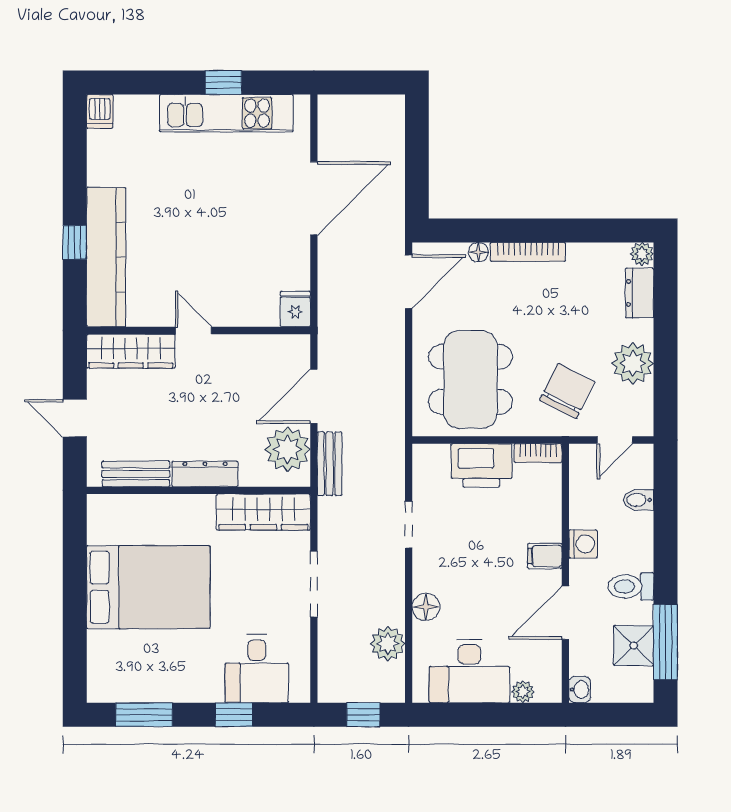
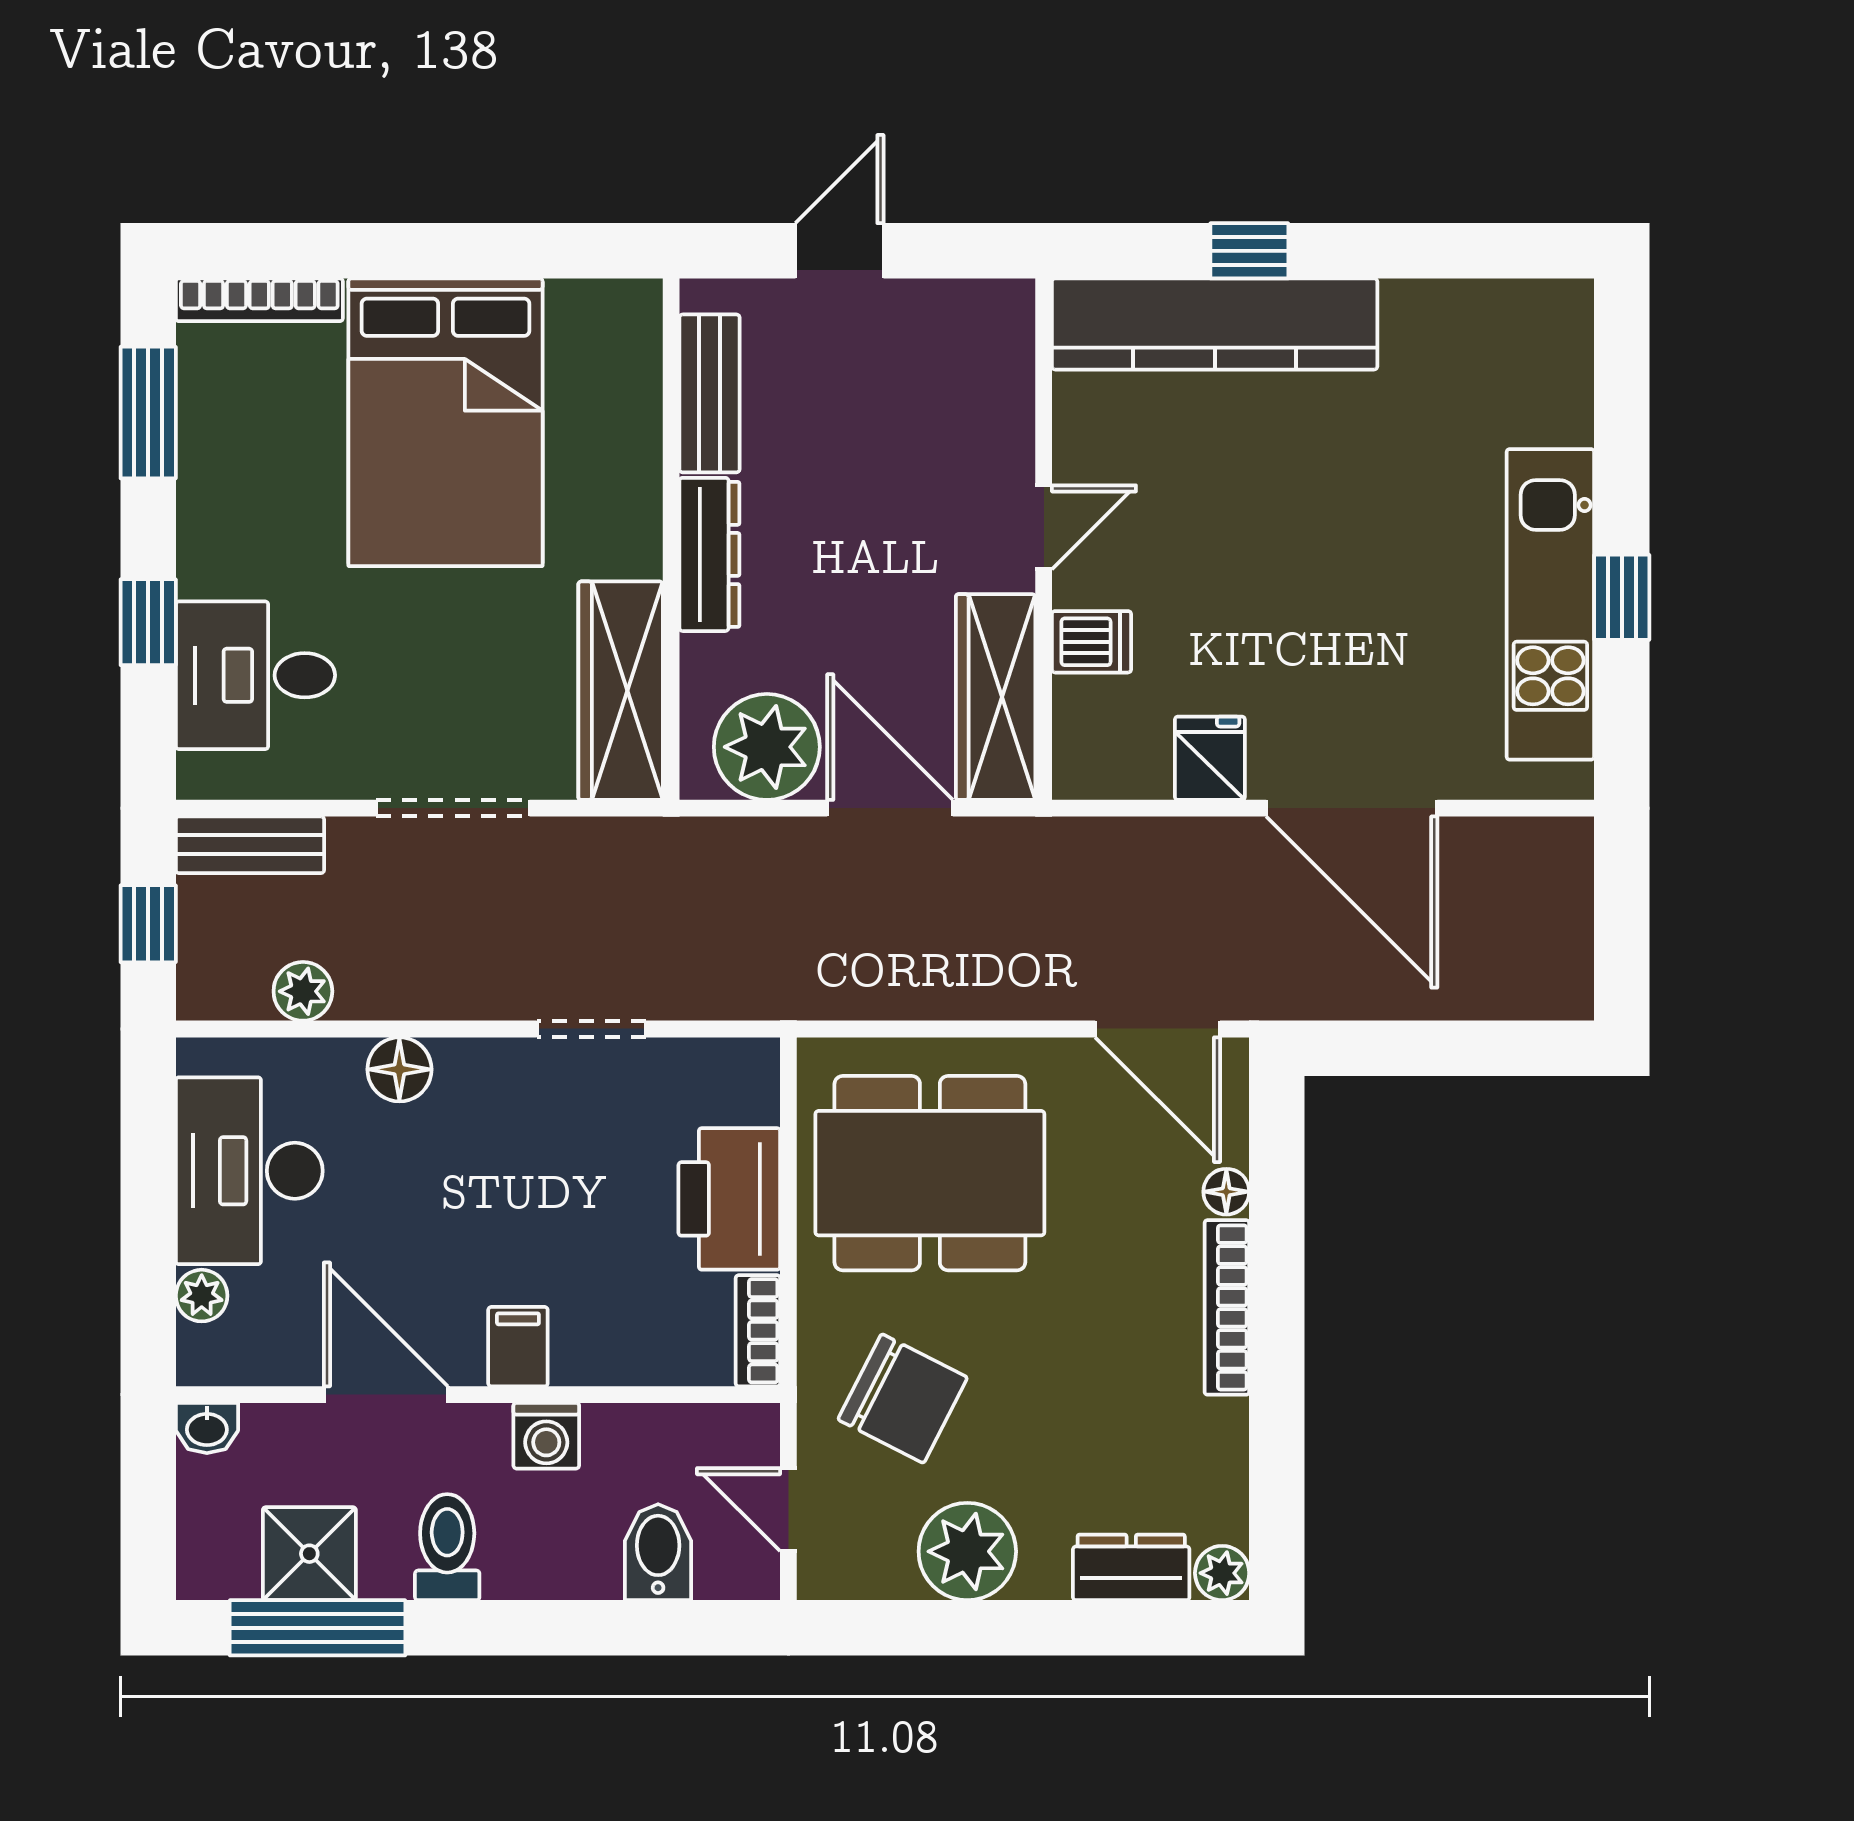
dishwasher: (100, 111) -> (1092, 642), moved, turned 180
fridge: (295, 309) -> (1210, 758), moved, turned -90
wardrobe: (131, 351) -> (996, 697), moved
bench: (330, 464) -> (250, 845), moved
bidet: (638, 500) -> (658, 1552), width x1.38, depth x1.36
plant: (388, 644) -> (303, 991), width x0.73, depth x0.73
bookcase: (96, 667) -> (259, 300), added

